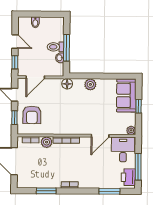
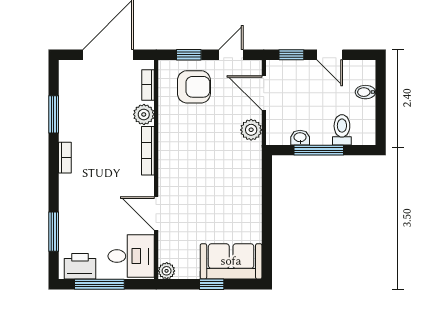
door: (15, 41) -> (330, 55), hinge flipped
toilet: (56, 47) -> (342, 130), moved
floor lamp: (67, 84) -> (252, 152), removed
plant: (90, 84) -> (251, 130), moved
armchair: (32, 115) -> (194, 87), turned 180

